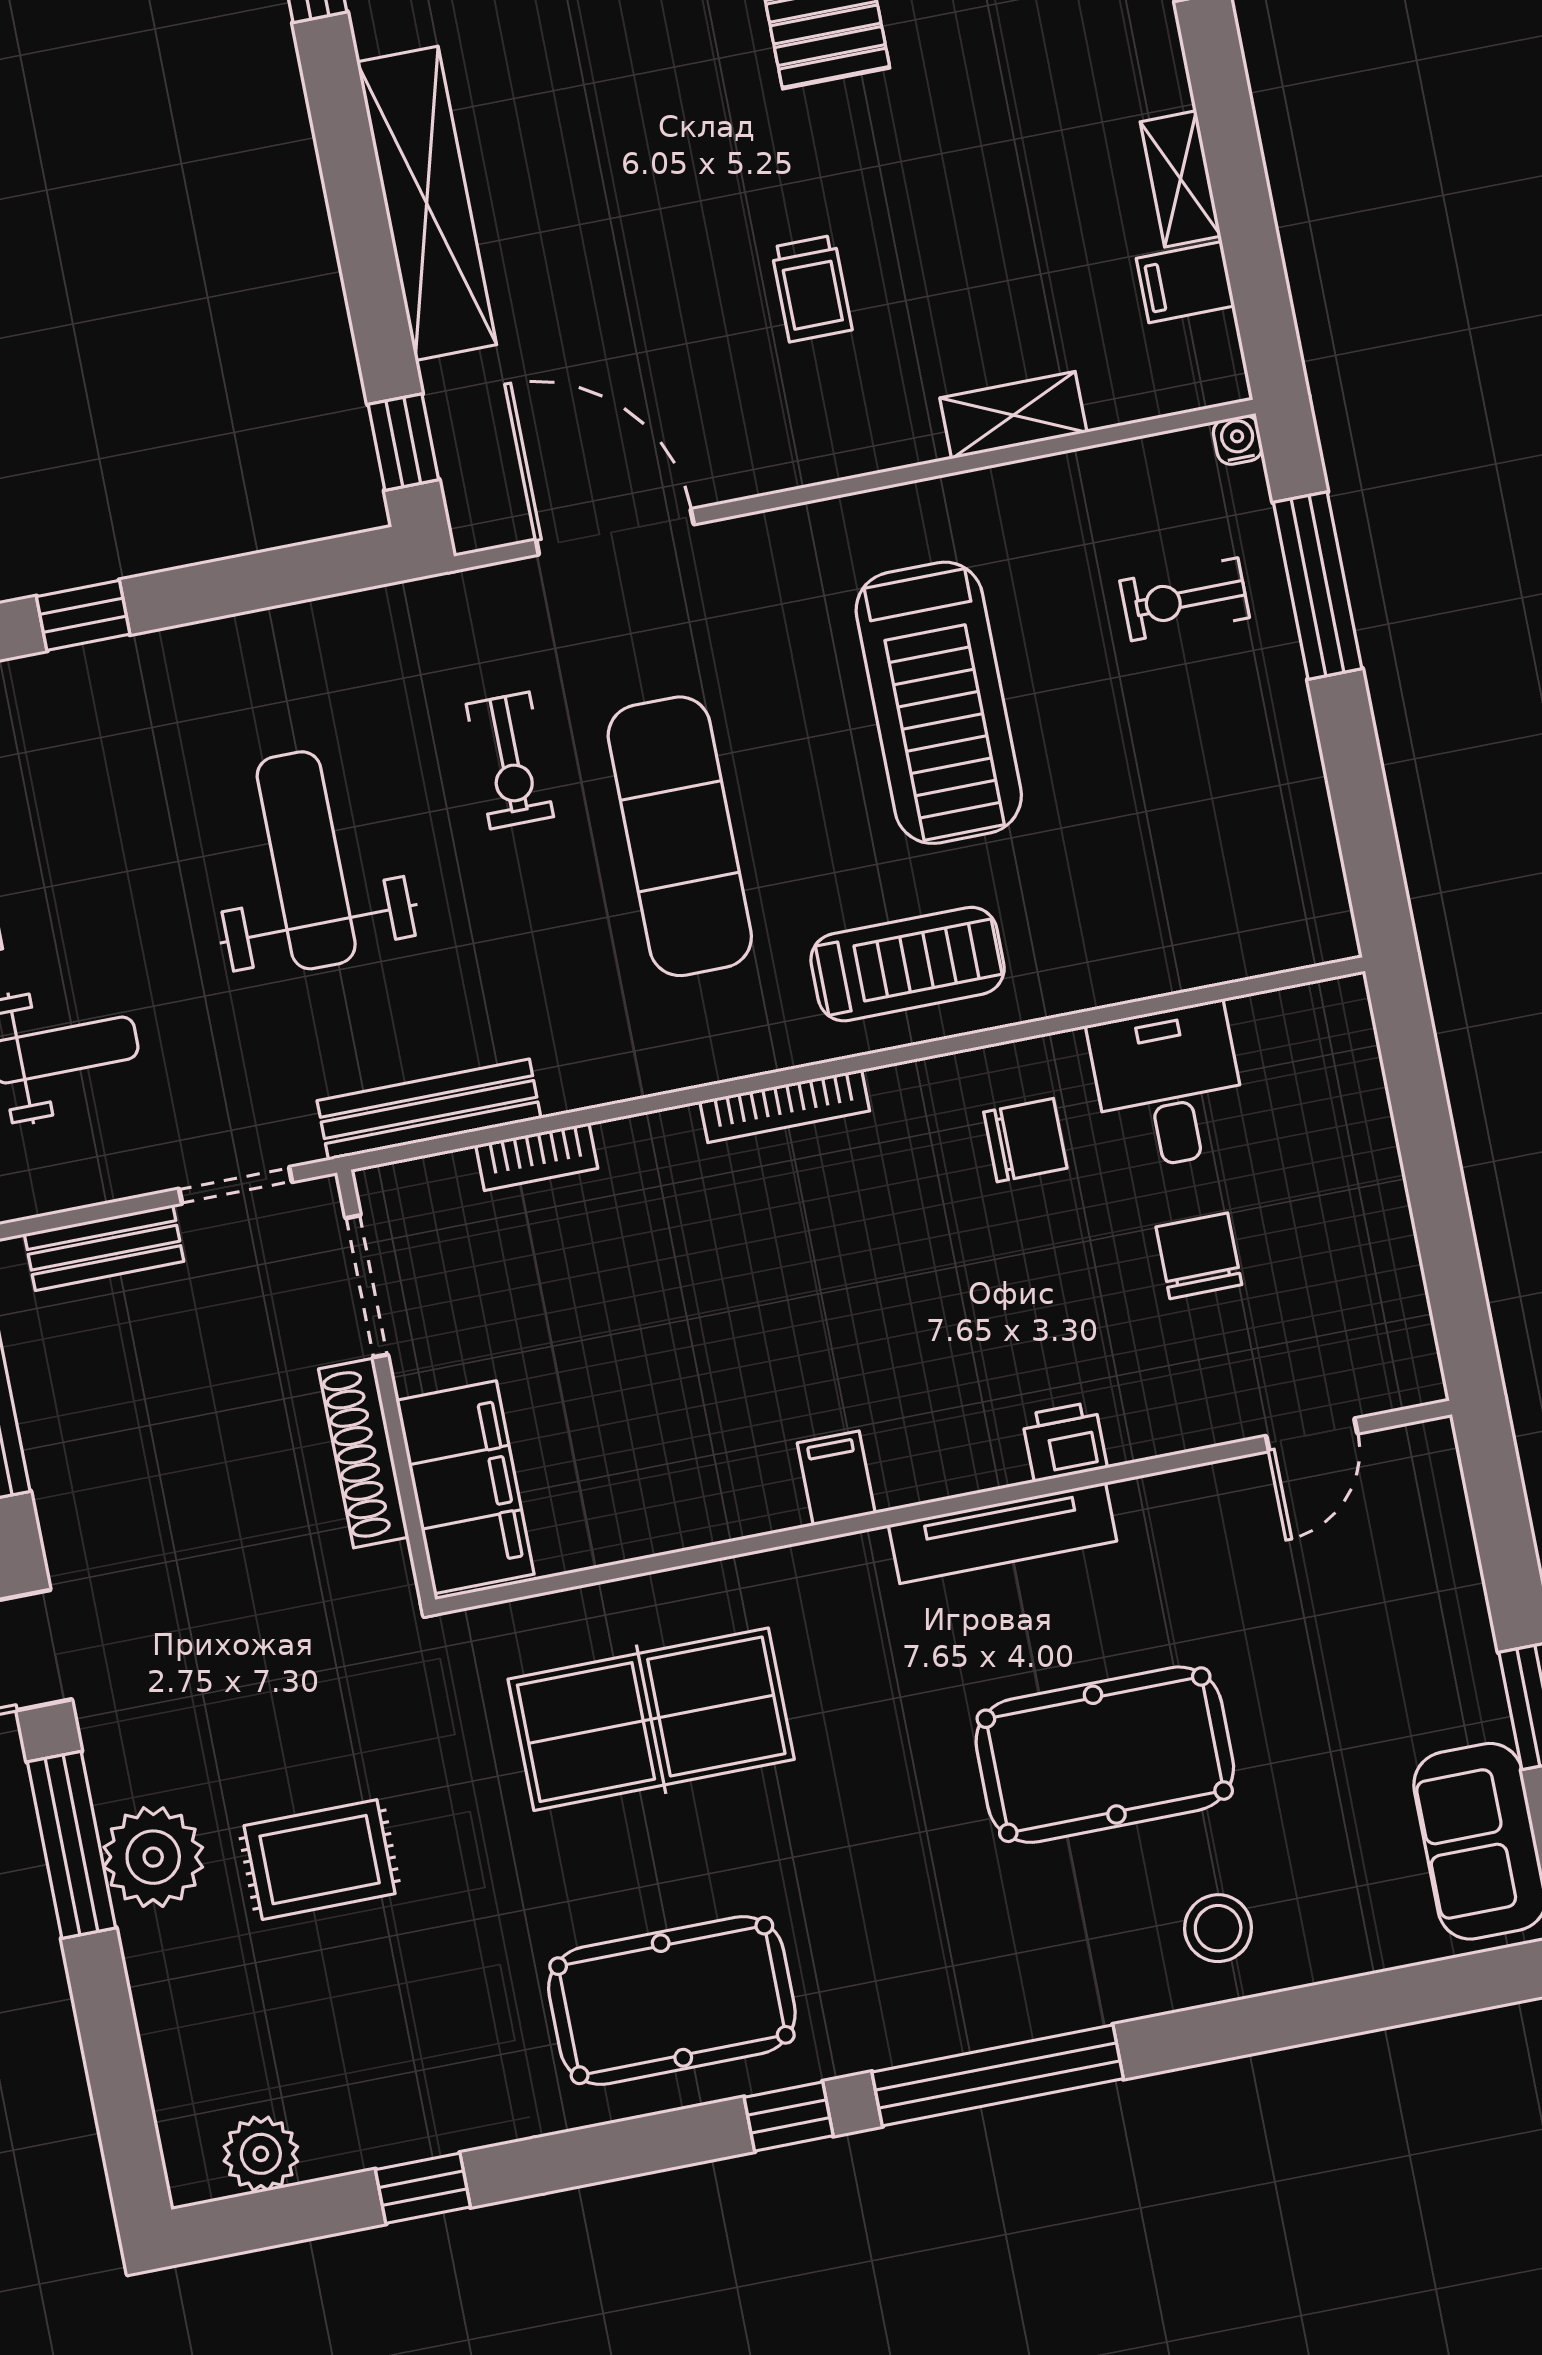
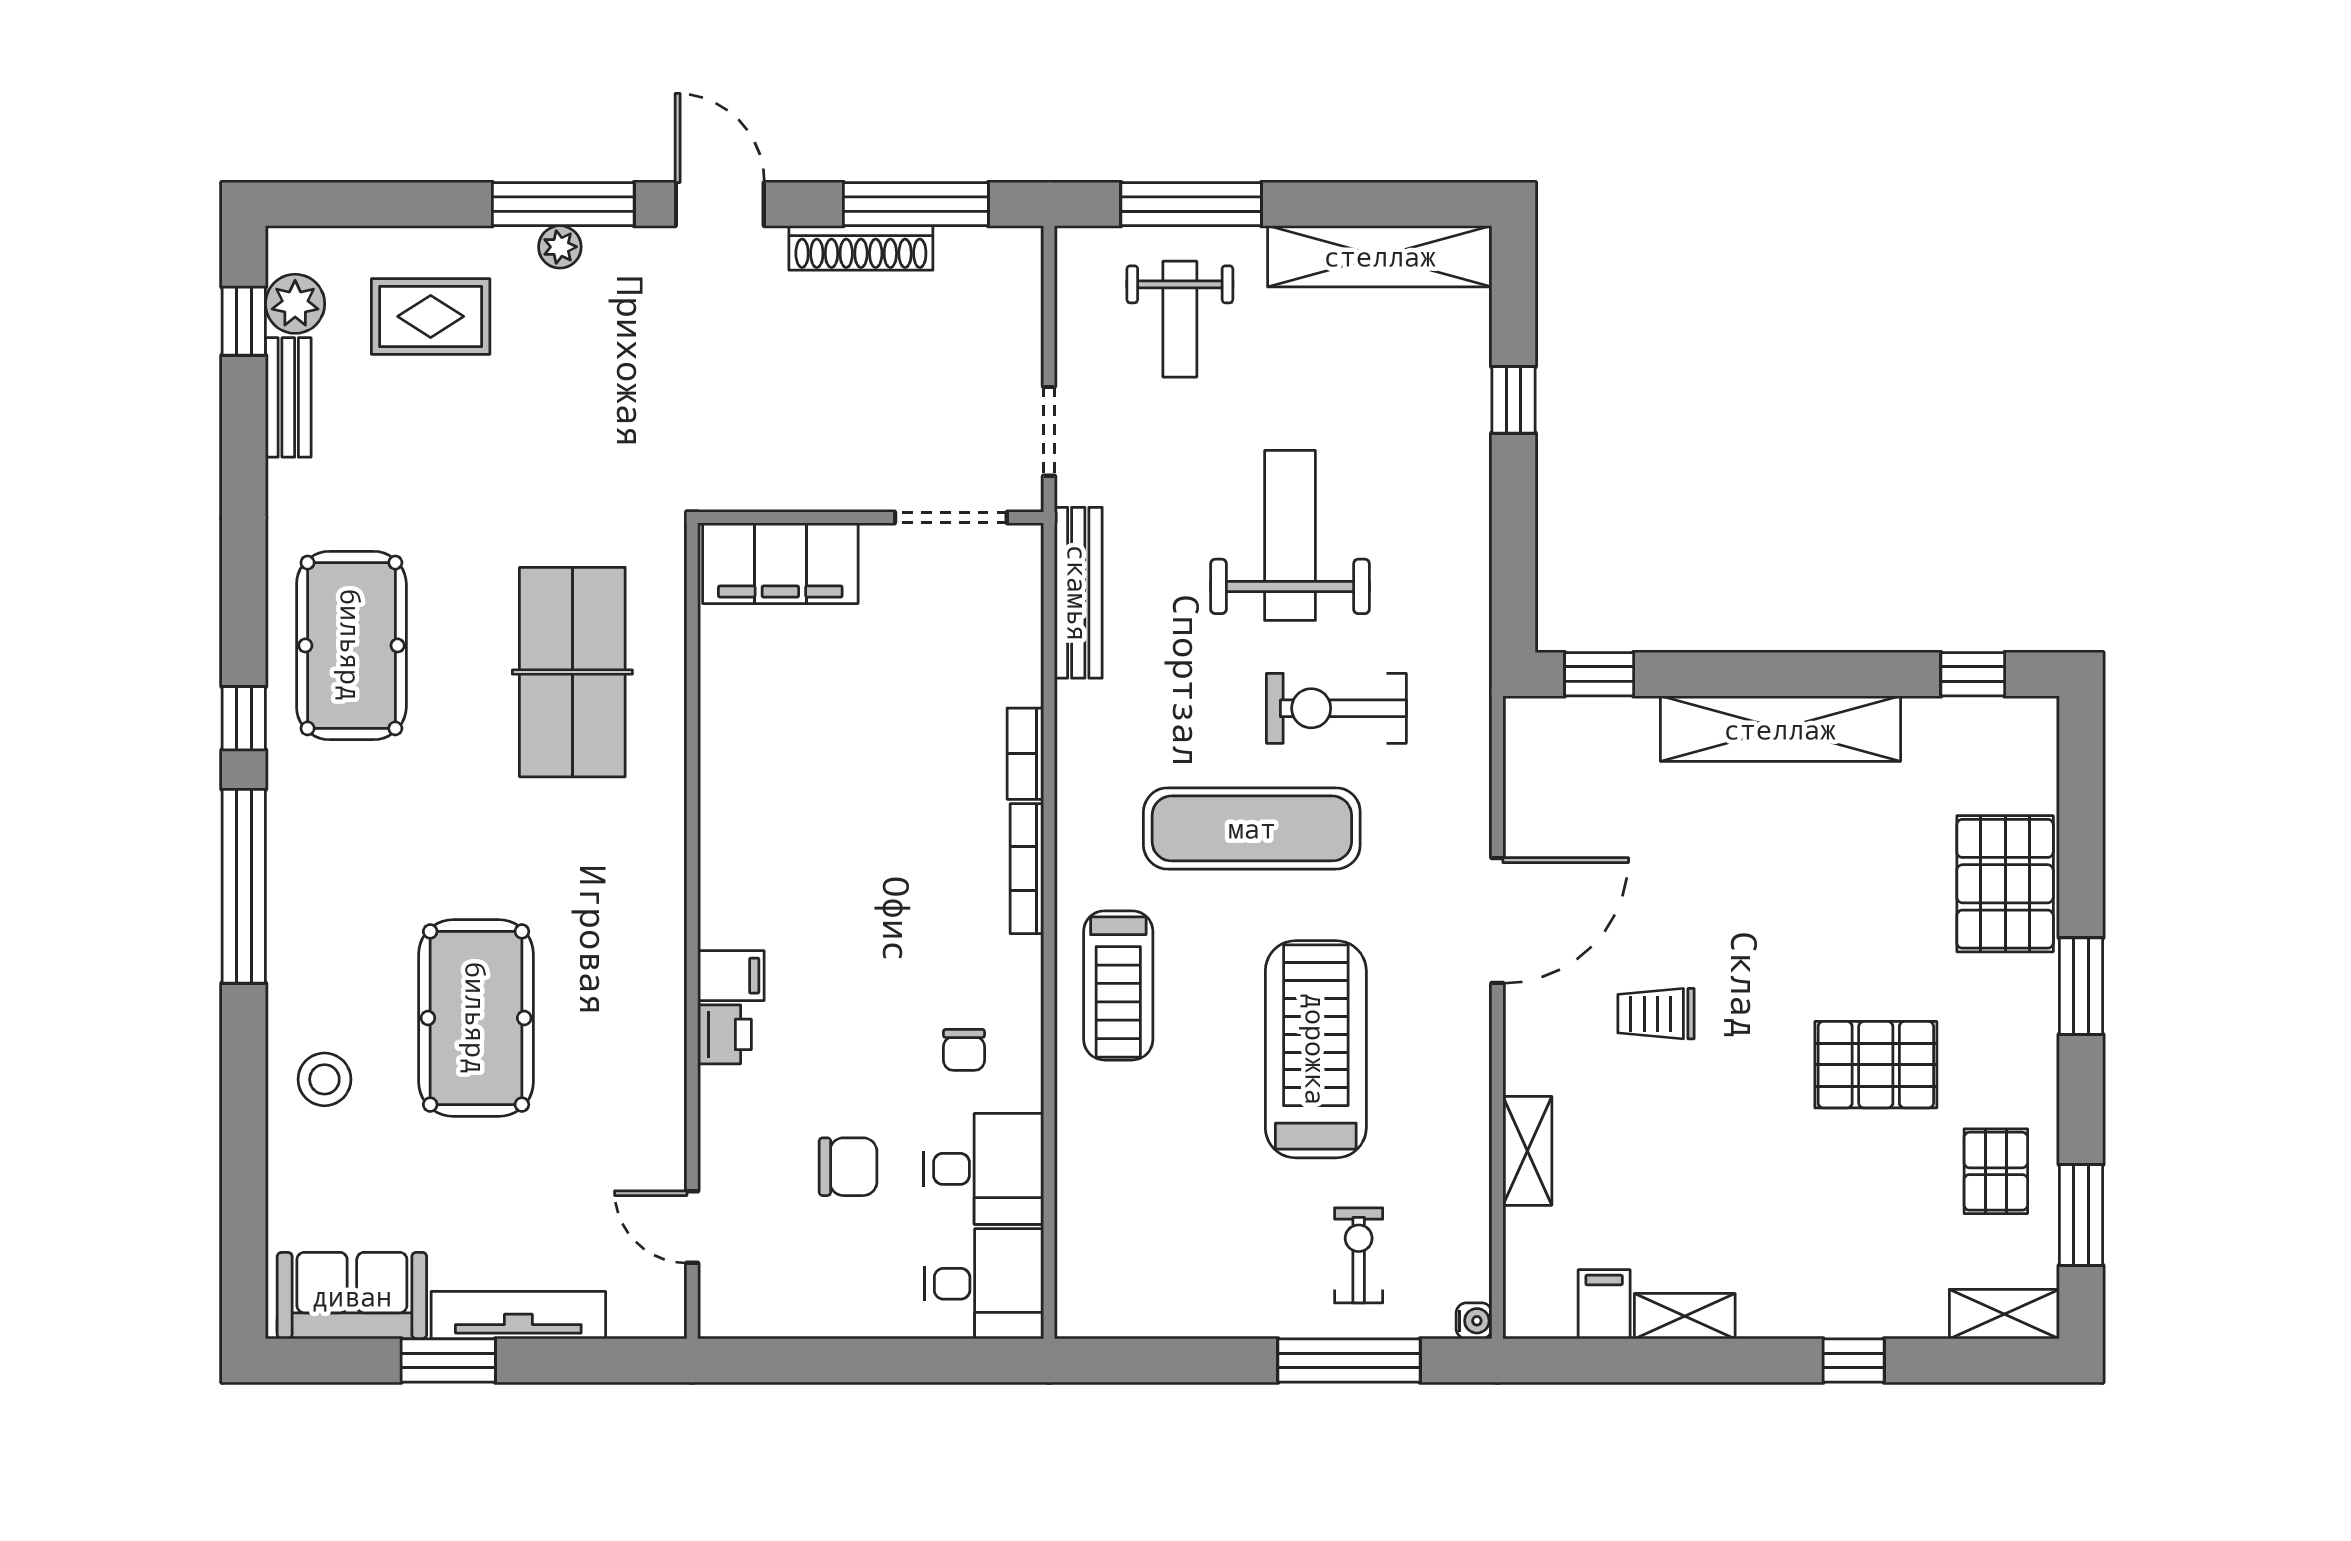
door: (615, 532) -> (1497, 920), moved
treadmill: (939, 703) -> (1316, 1049), turned 90
exercise bike: (510, 760) -> (1336, 708), width x1.38, depth x1.39
weight bench: (306, 860) -> (1290, 535), turned -90
desk: (1311, 1058) -> (984, 1284), added
chair: (1025, 1140) -> (964, 1050), width x0.73, depth x0.73
bookcase: (537, 1157) -> (1025, 754), moved
bench: (104, 1248) -> (288, 397), moved
shoe rack: (364, 1453) -> (861, 248), moved, turned 180
filing cabinet: (836, 1478) -> (731, 976), moved
tv unit: (1003, 1533) -> (518, 1315), moved, turned 90
plant: (153, 1857) -> (560, 247), width x0.53, depth x0.53
rug: (320, 1860) -> (431, 316), moved, turned 90
window: (423, 2188) -> (244, 321), moved

